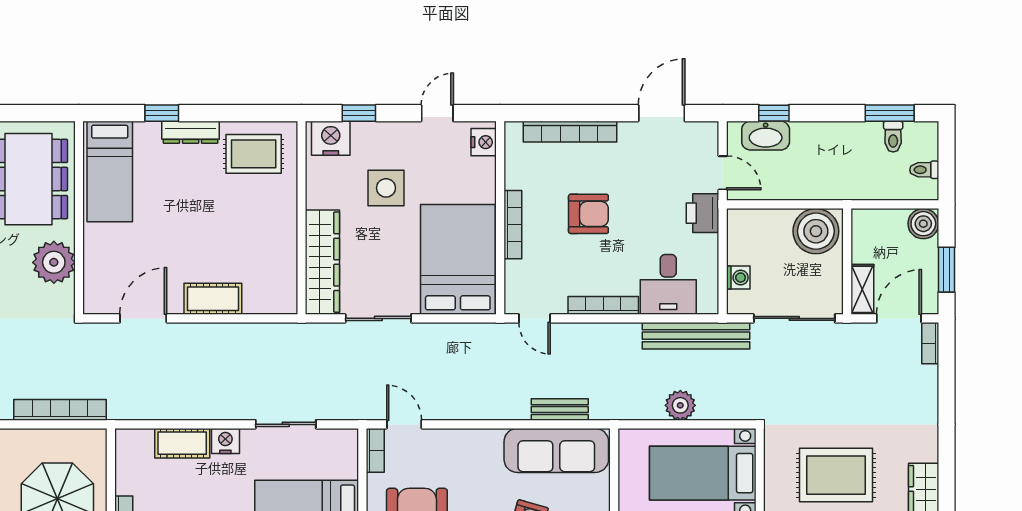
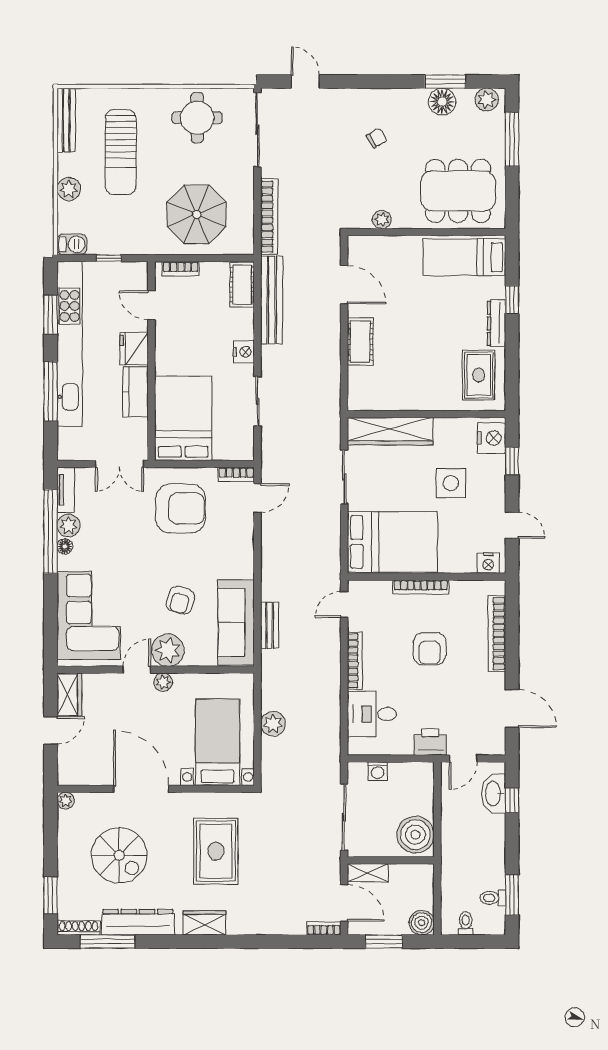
plant: (54, 262) -> (382, 220), width x0.53, depth x0.53
bench: (696, 336) -> (272, 300), moved
cot: (182, 443) -> (242, 285), moved

